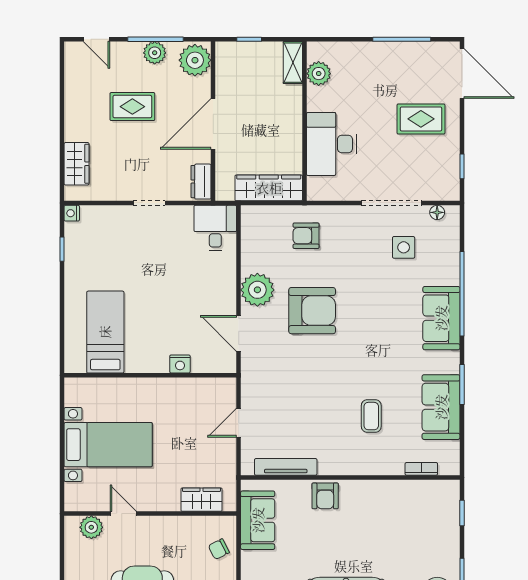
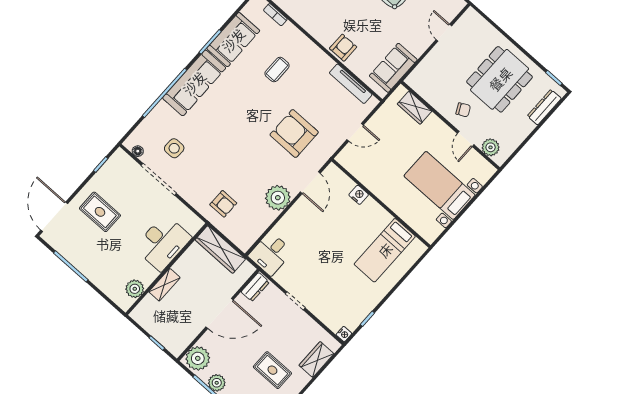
shelving: (293, 63) -> (164, 285), moved
rug: (132, 107) -> (272, 370), moved
armchair: (312, 311) -> (294, 133), moved
sofa: (441, 318) -> (194, 83), width x1.36
chair: (219, 549) -> (463, 110), moved

